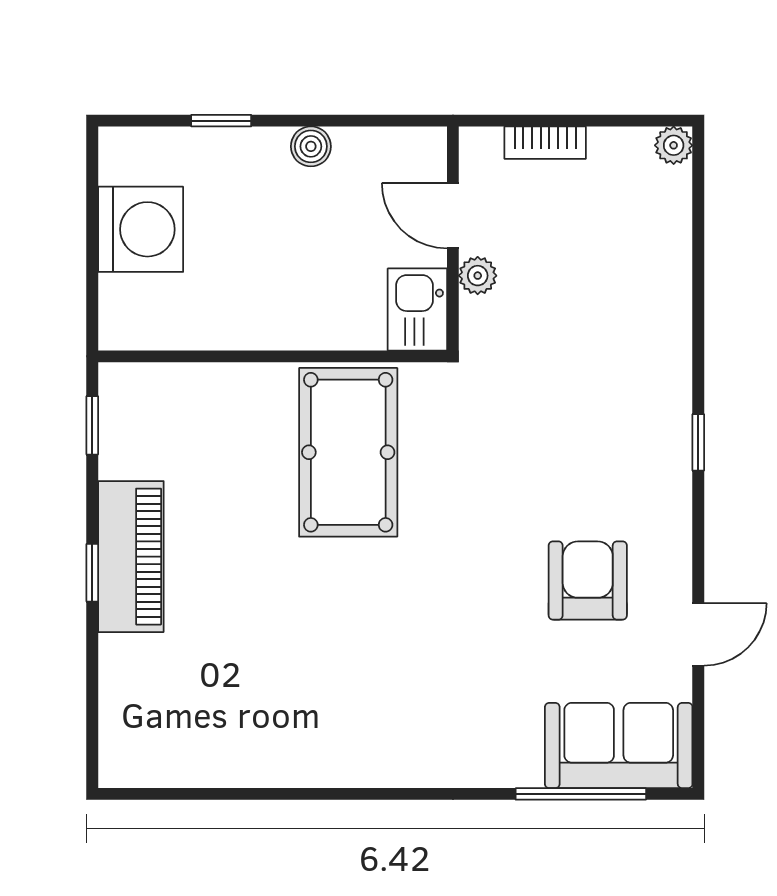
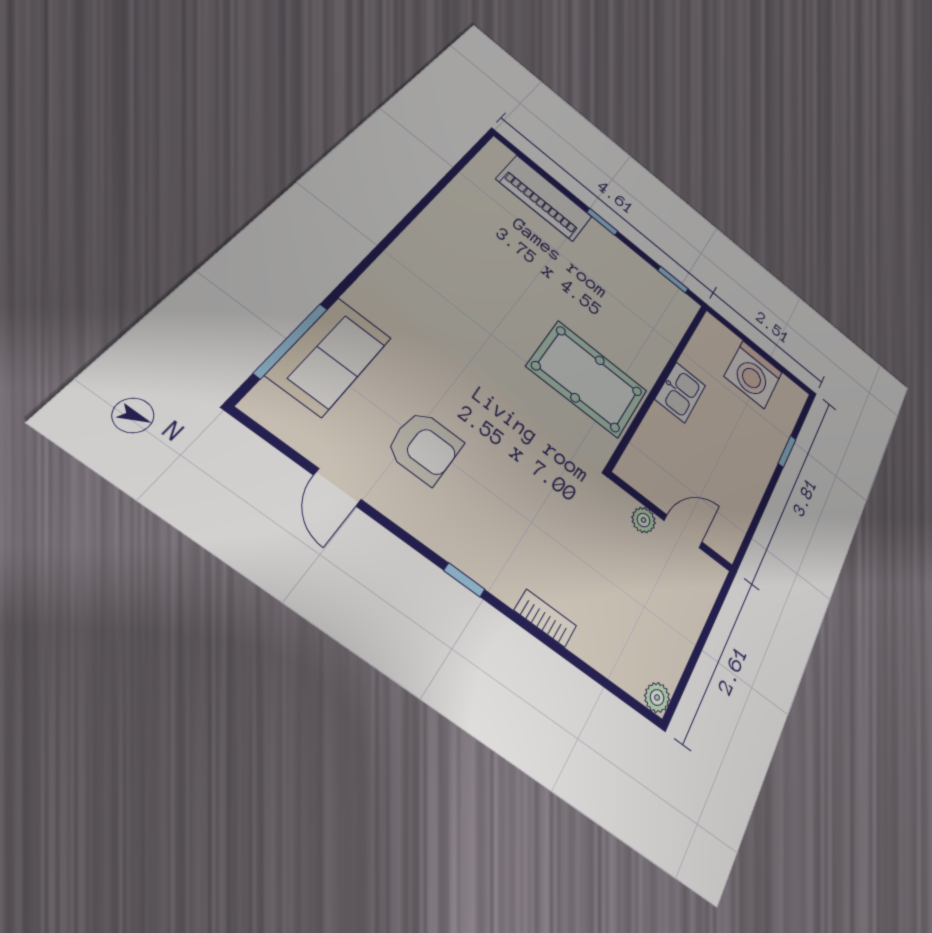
bookcase: (545, 143) -> (545, 618), moved, turned 90
boiler: (311, 146) -> (755, 485), removed
kitchen sink: (417, 309) -> (680, 392), moved, turned 90
piano: (131, 557) -> (544, 198), moved
sofa: (619, 746) -> (330, 356), moved

